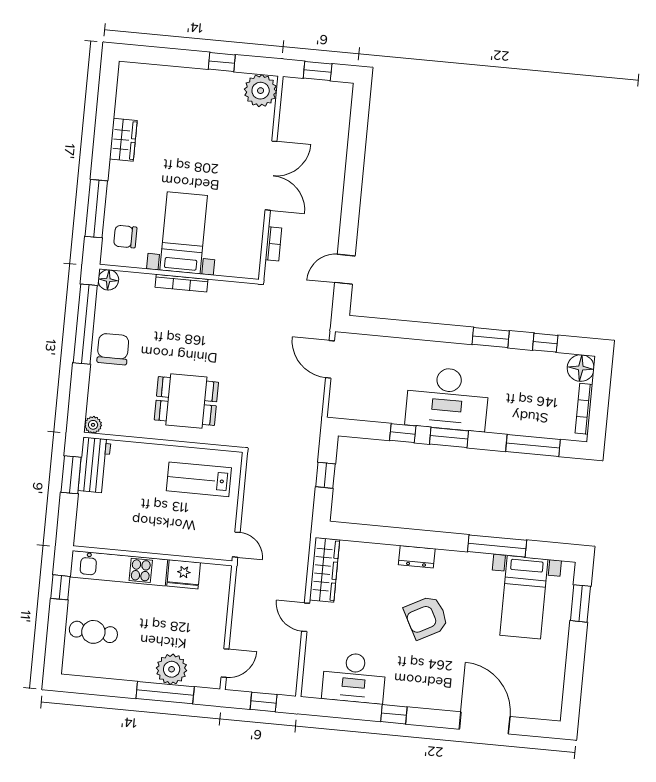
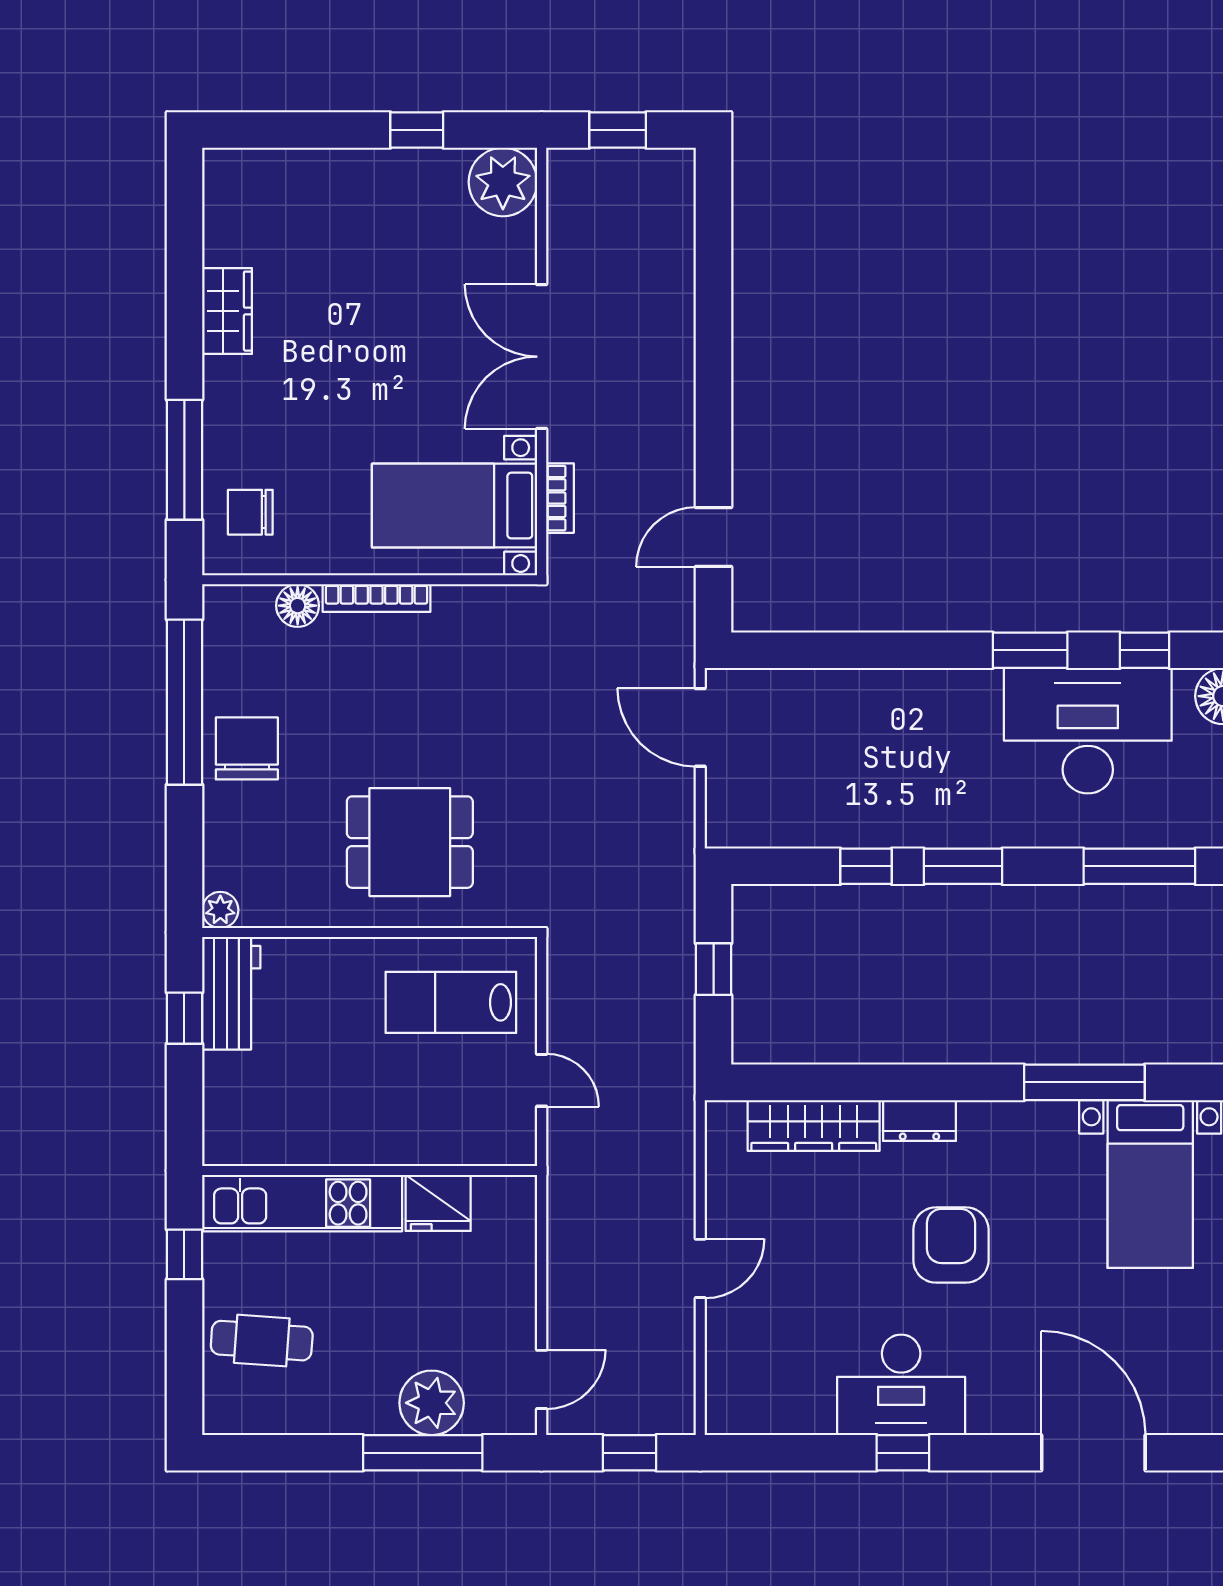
double door: (271, 176) -> (542, 357), swing flipped
bed with nightstands: (184, 233) -> (455, 506), moved, turned -90
floor lamp: (108, 280) -> (298, 606), moved
desk: (447, 399) -> (1088, 731), moved, turned 180
window: (71, 475) -> (184, 1018), width x0.67
door: (236, 545) -> (542, 1080), moved
wardrobe: (325, 570) -> (814, 1125), moved, turned 90
door: (306, 617) -> (700, 1268), swing flipped
armchair: (426, 617) -> (951, 1245), turned 118
desk: (354, 678) -> (901, 1385), moved

